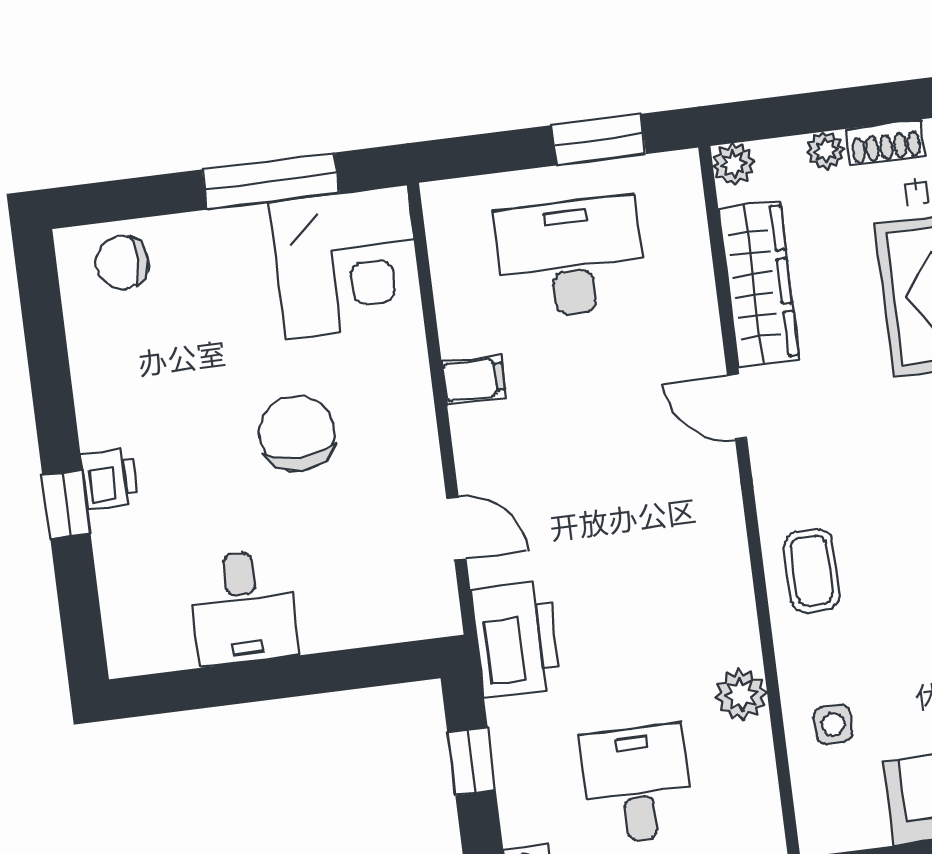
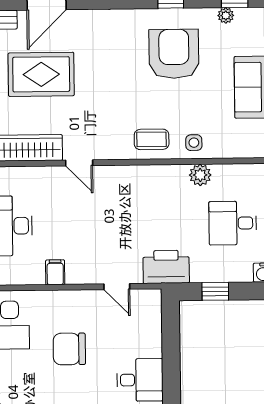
door: (737, 407) -> (79, 163), hinge flipped
door: (456, 528) -> (117, 287), swing flipped
side table: (833, 724) -> (194, 143), moved

